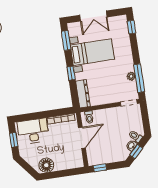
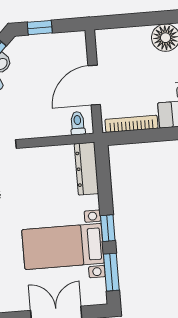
window: (71, 73) -> (108, 228), moved
window: (100, 168) -> (40, 28), moved

